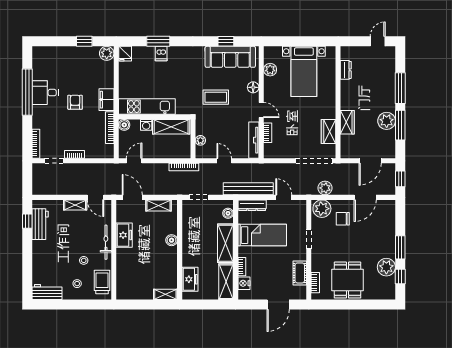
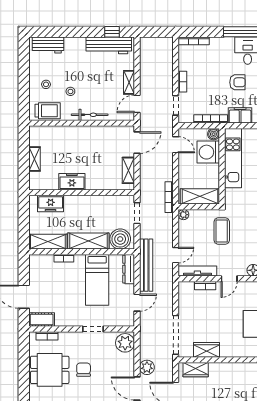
coffee table: (216, 97) -> (222, 231), moved
wardrobe: (347, 122) -> (196, 370), moved
washing machine: (146, 125) -> (208, 152), width x1.89, depth x1.89
shelving: (171, 127) -> (200, 196), moved, turned 90
plant: (200, 140) -> (183, 215), moved
doorway: (54, 161) -> (176, 105), moved
door: (224, 161) -> (176, 255), moved
plant: (325, 188) -> (147, 367), moved
boiler: (228, 213) -> (120, 239), width x1.86, depth x1.86
chair: (343, 219) -> (84, 370), moved
workbench: (40, 224) -> (109, 45), width x1.38
freezer: (124, 235) -> (72, 182), moved, turned 180
boiler: (172, 240) -> (92, 184), removed
cot: (300, 273) -> (42, 319), moved
nightstand: (244, 283) -> (46, 261), removed
workbench: (47, 292) -> (48, 45), moved, turned 90
shelving: (165, 294) -> (35, 159), moved

